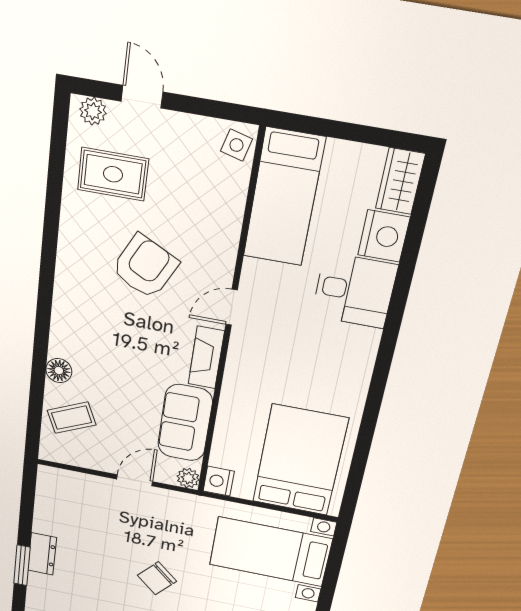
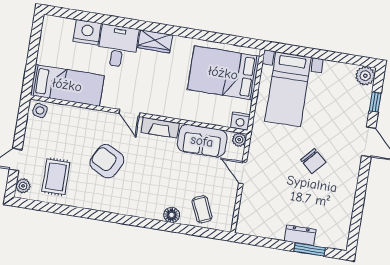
wardrobe: (400, 181) -> (155, 41), moved

